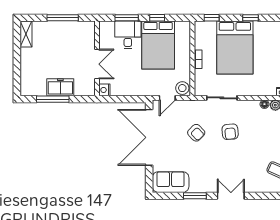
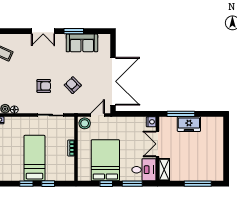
window: (63, 18) -> (198, 184), moved
window: (212, 18) -> (48, 184), moved
shelving: (26, 34) -> (164, 170), moved
desk: (128, 35) -> (144, 170), moved, turned -90
bed: (235, 48) -> (34, 158), width x0.67
window: (53, 99) -> (181, 114), moved
armchair: (230, 132) -> (44, 86), turned 95
sofa: (171, 182) -> (82, 43), moved

